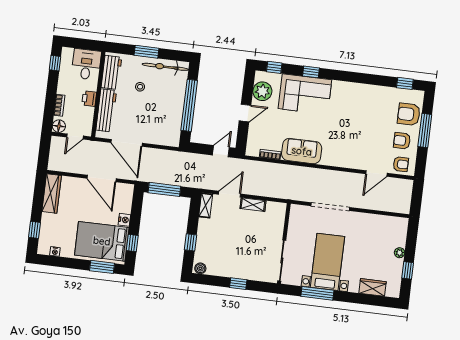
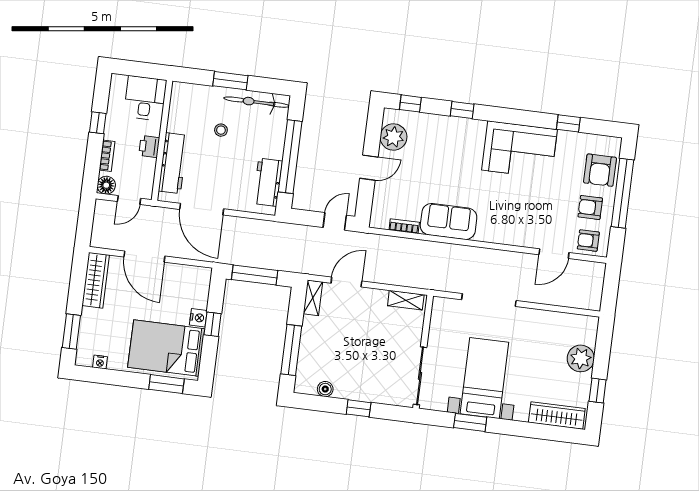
window: (55, 63) -> (98, 123), moved
workbench: (111, 72) -> (268, 182), moved, turned 180
window: (405, 83) -> (568, 123), moved
corner sofa: (305, 94) -> (520, 150), moved
armchair: (409, 114) -> (600, 170), turned -90
window: (425, 131) -> (622, 193), width x1.46
armchair: (401, 164) -> (588, 241), turned 180
door: (102, 178) -> (144, 257), moved
shelving: (253, 205) -> (406, 300), moved
window: (35, 230) -> (71, 331), width x1.50
window: (190, 242) -> (291, 350), width x2.17
window: (132, 243) -> (213, 324), moved
plant: (400, 253) -> (581, 358), width x1.88, depth x1.88
boiler: (200, 268) -> (325, 389), moved
wardrobe: (372, 287) -> (557, 415), width x1.50
window: (317, 293) -> (470, 422), width x0.69

